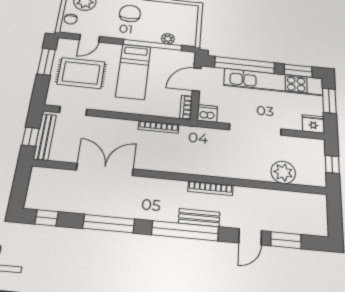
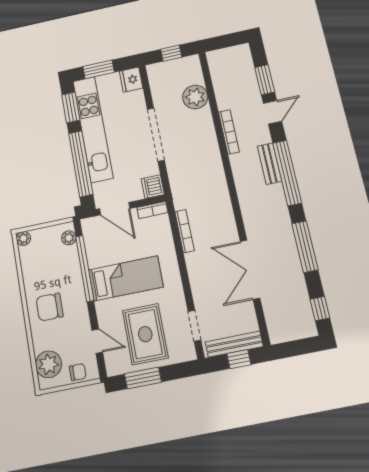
plant: (193, 10) -> (23, 238), added
plant: (168, 39) -> (69, 238), moved
bookcase: (210, 188) -> (229, 132), moved
door: (250, 237) -> (272, 112), hinge flipped

